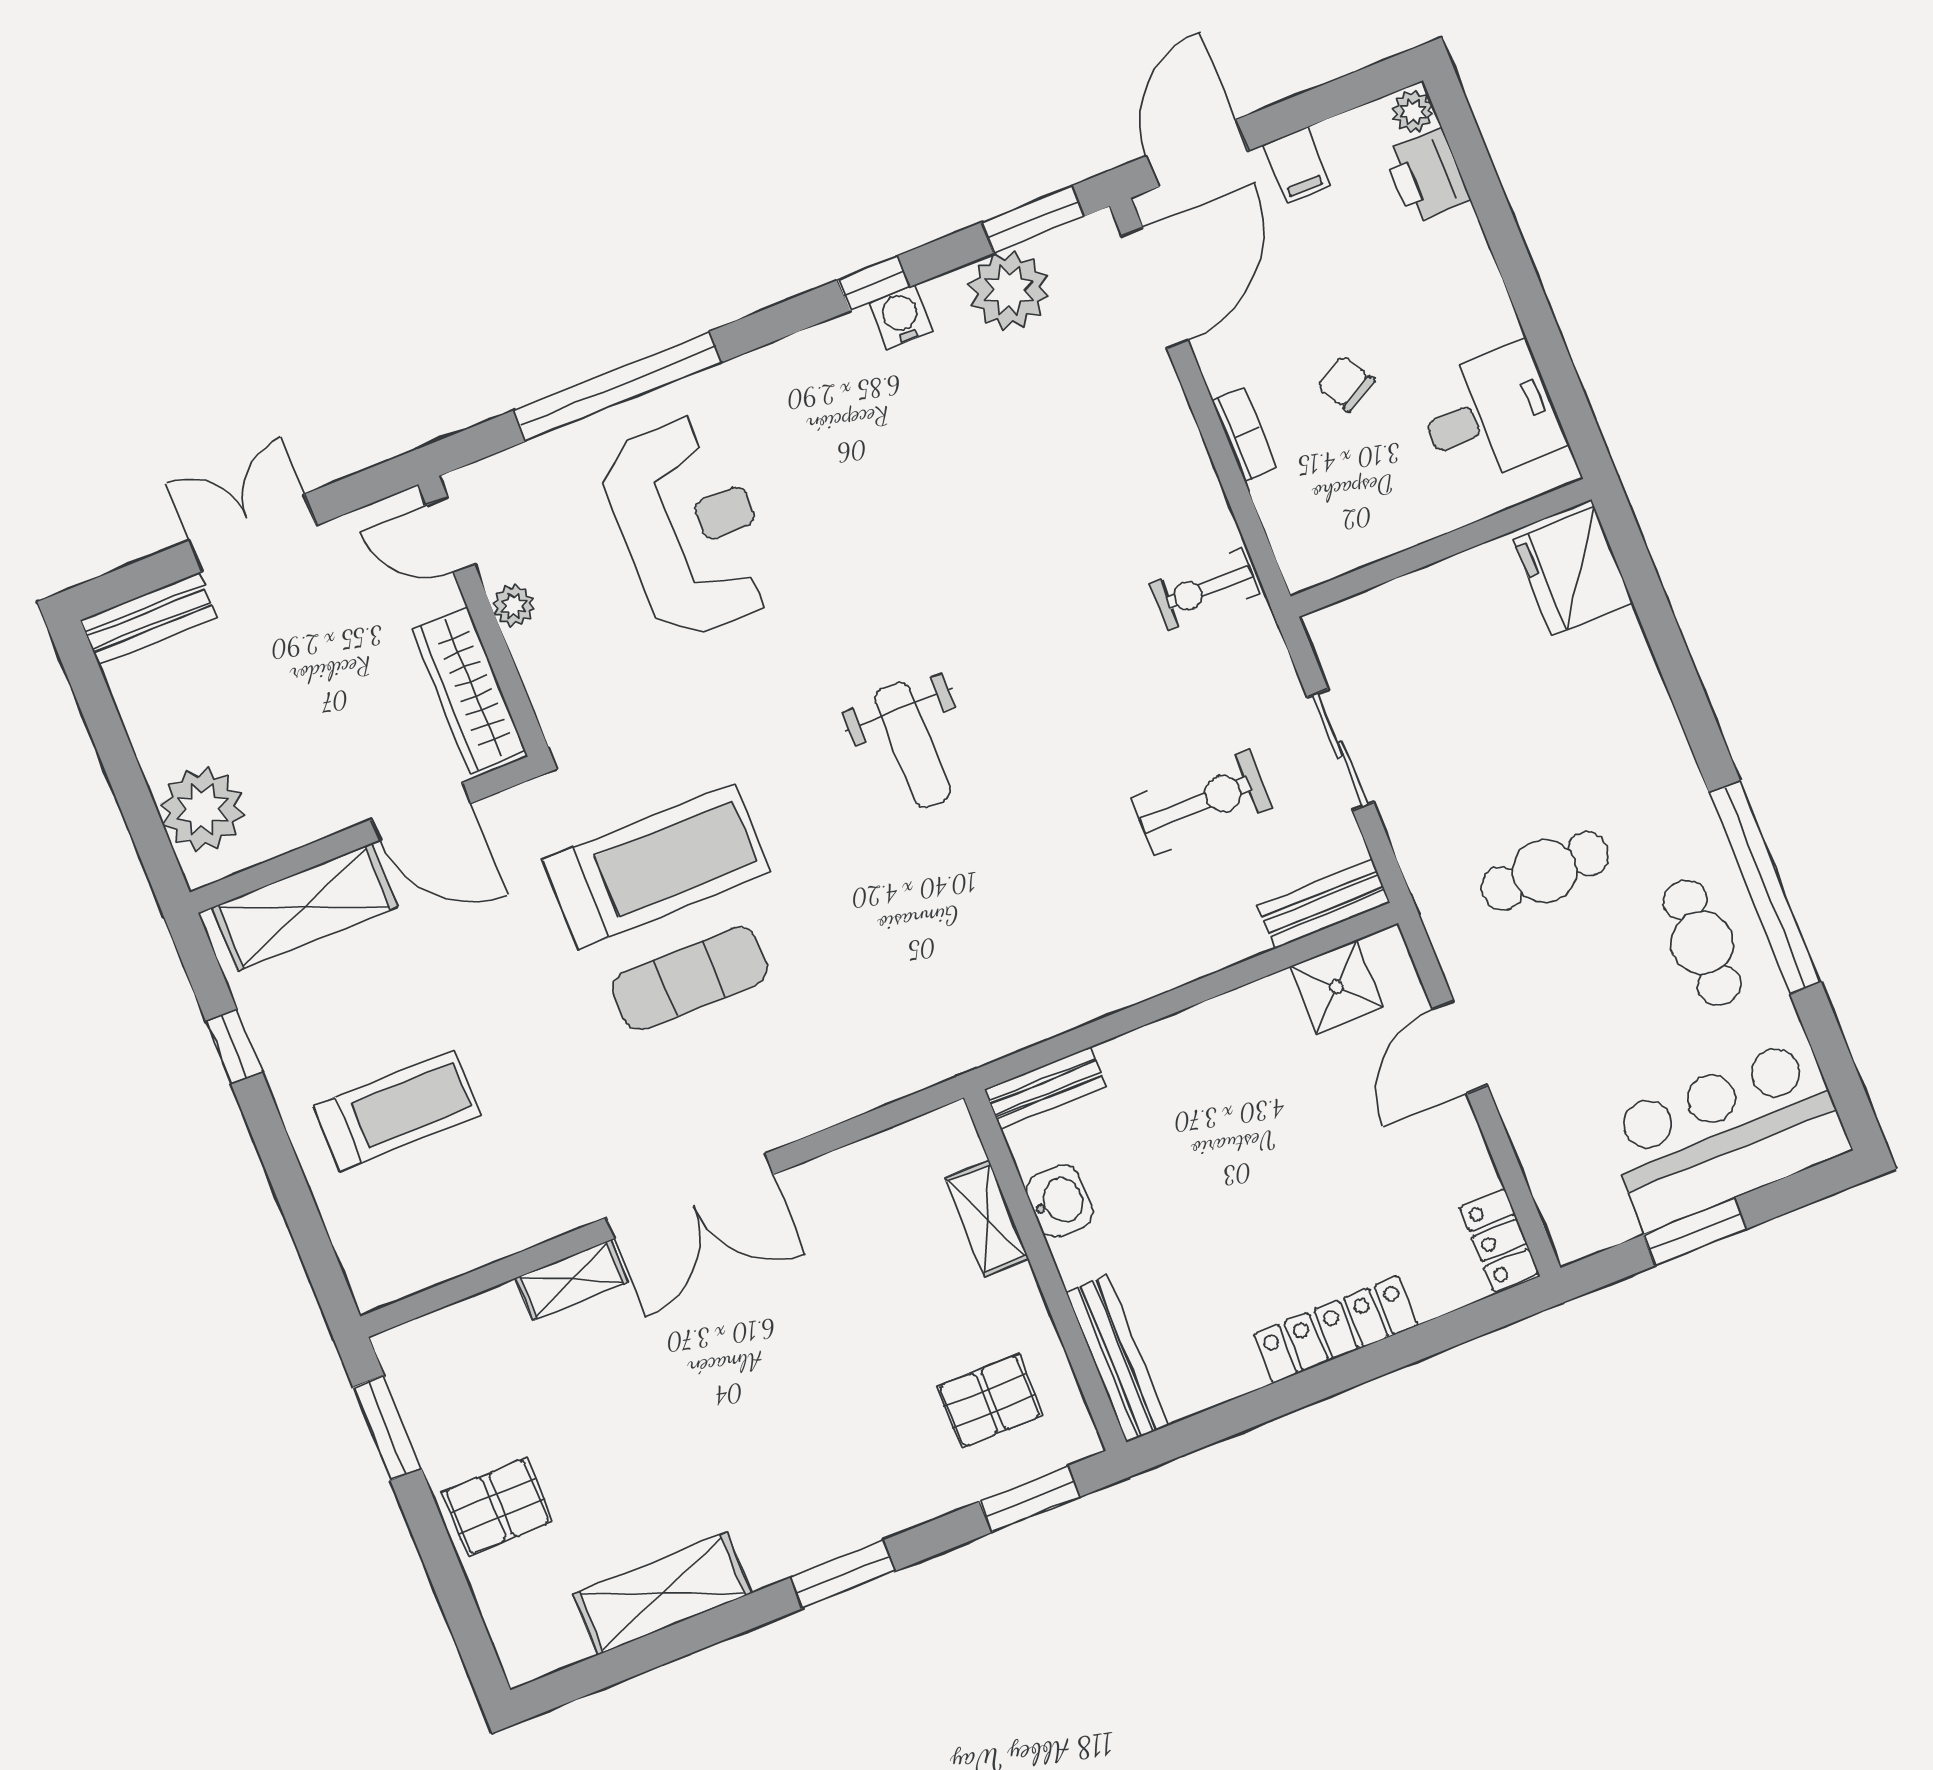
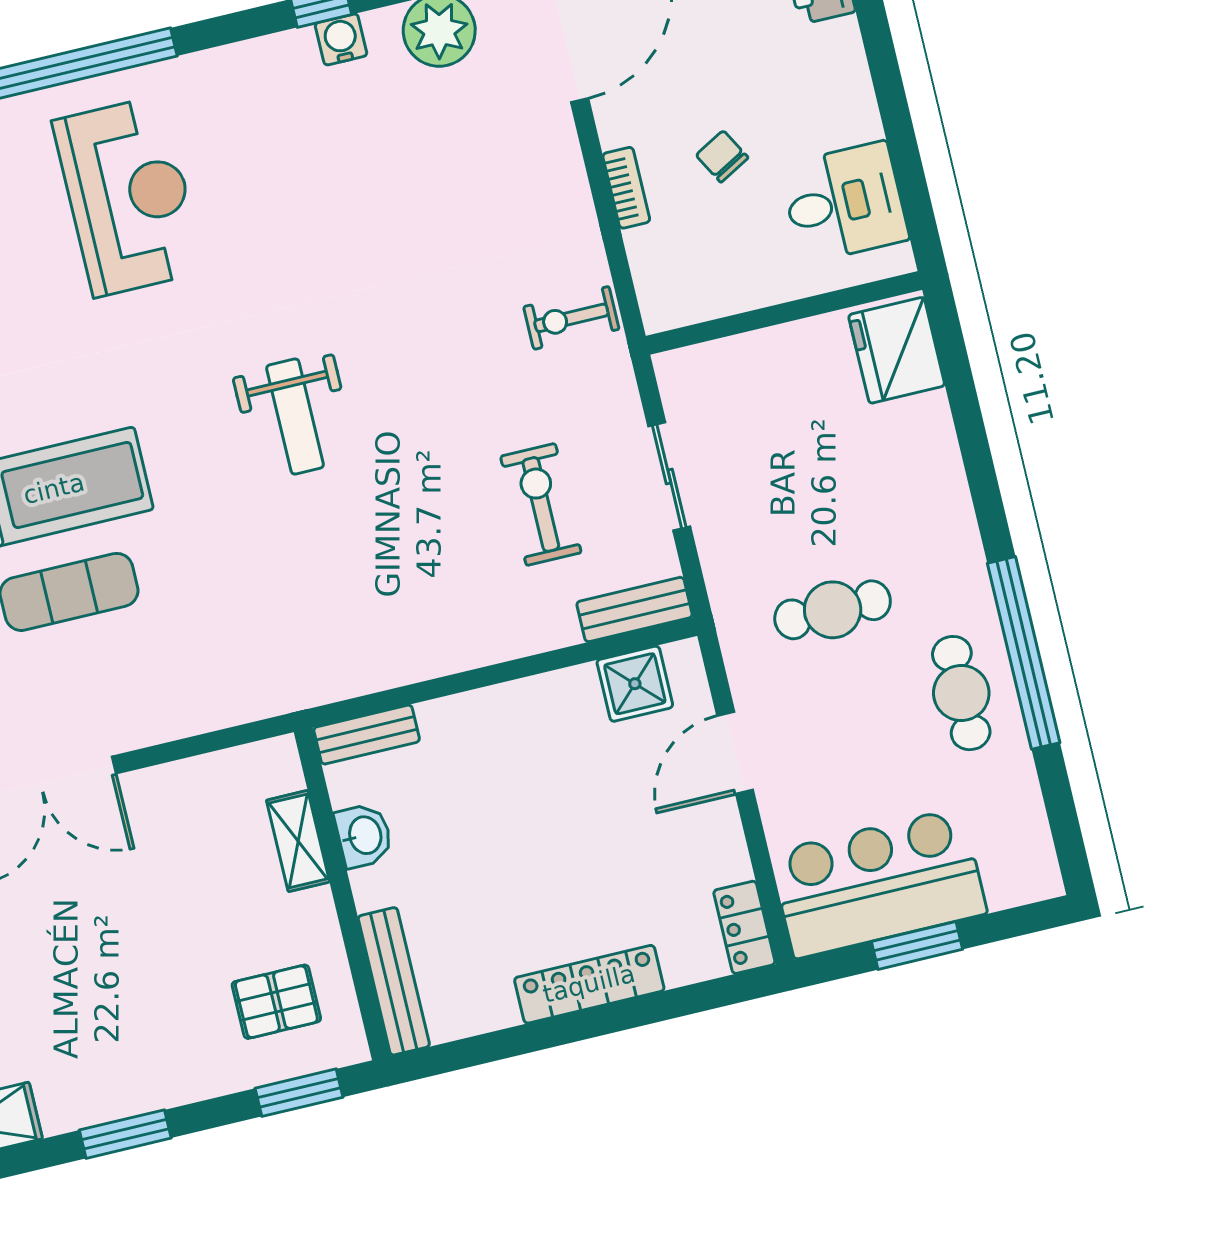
exercise bike: (1202, 802) -> (541, 504), turned -90
bar counter: (1726, 1134) -> (878, 883), moved

